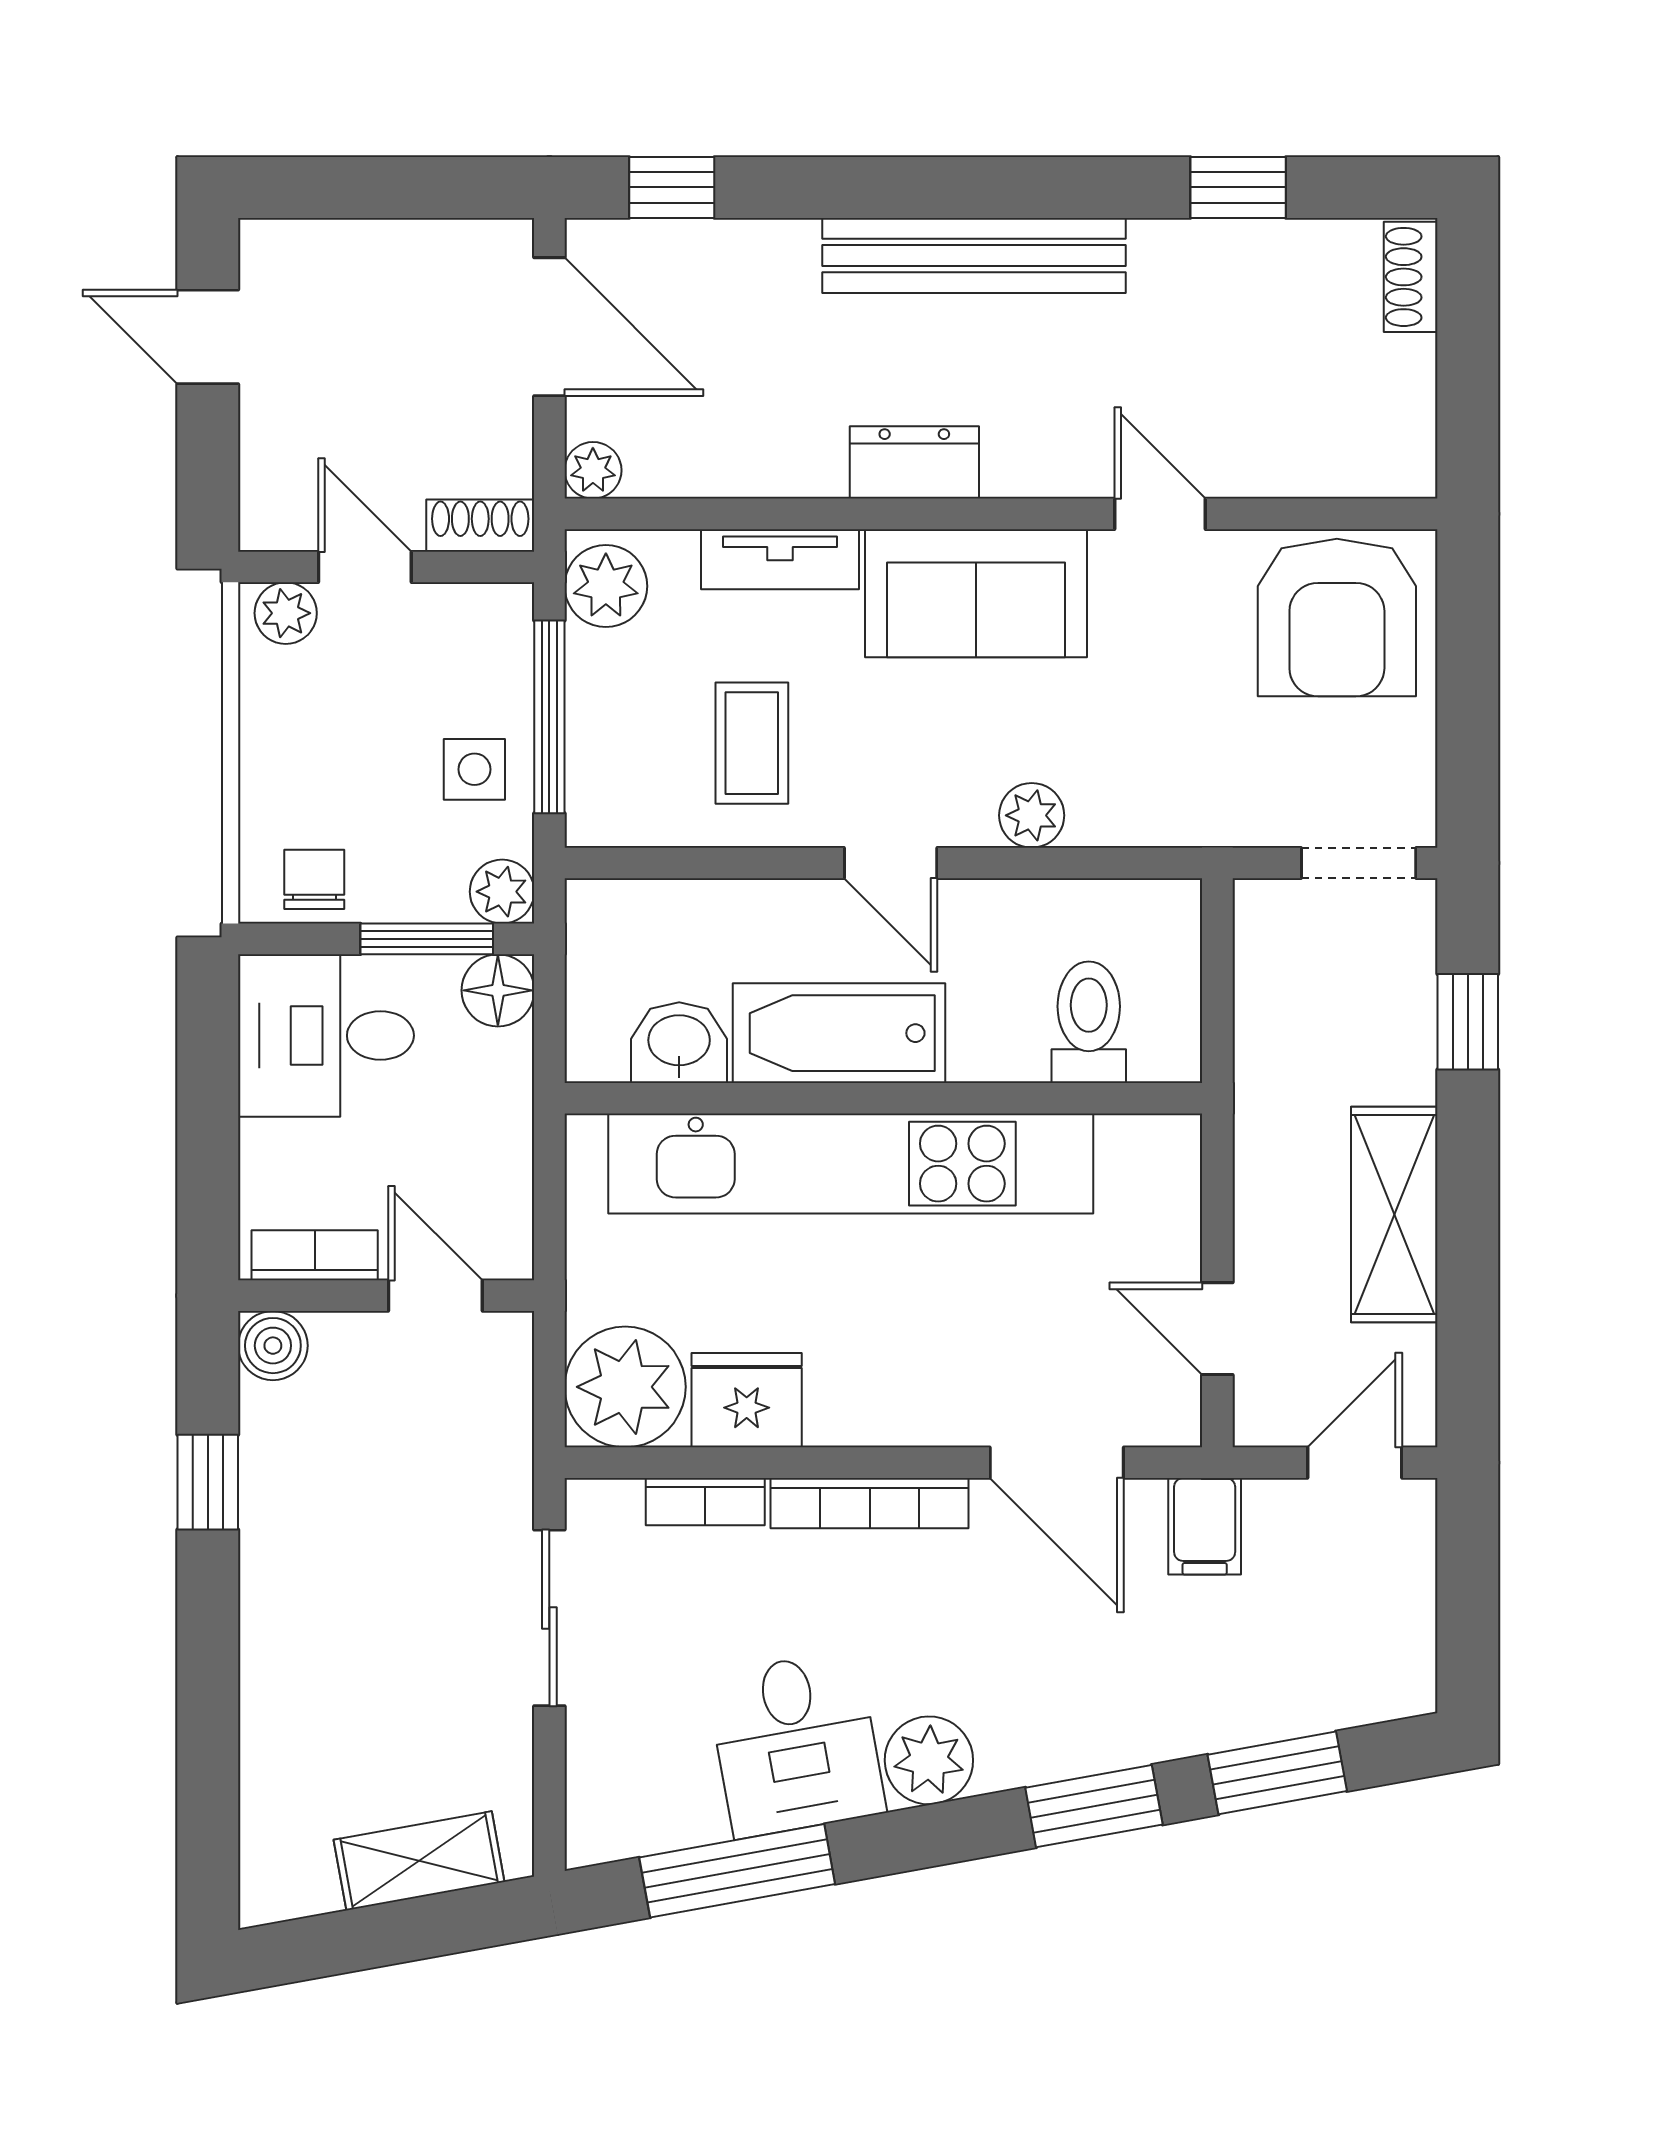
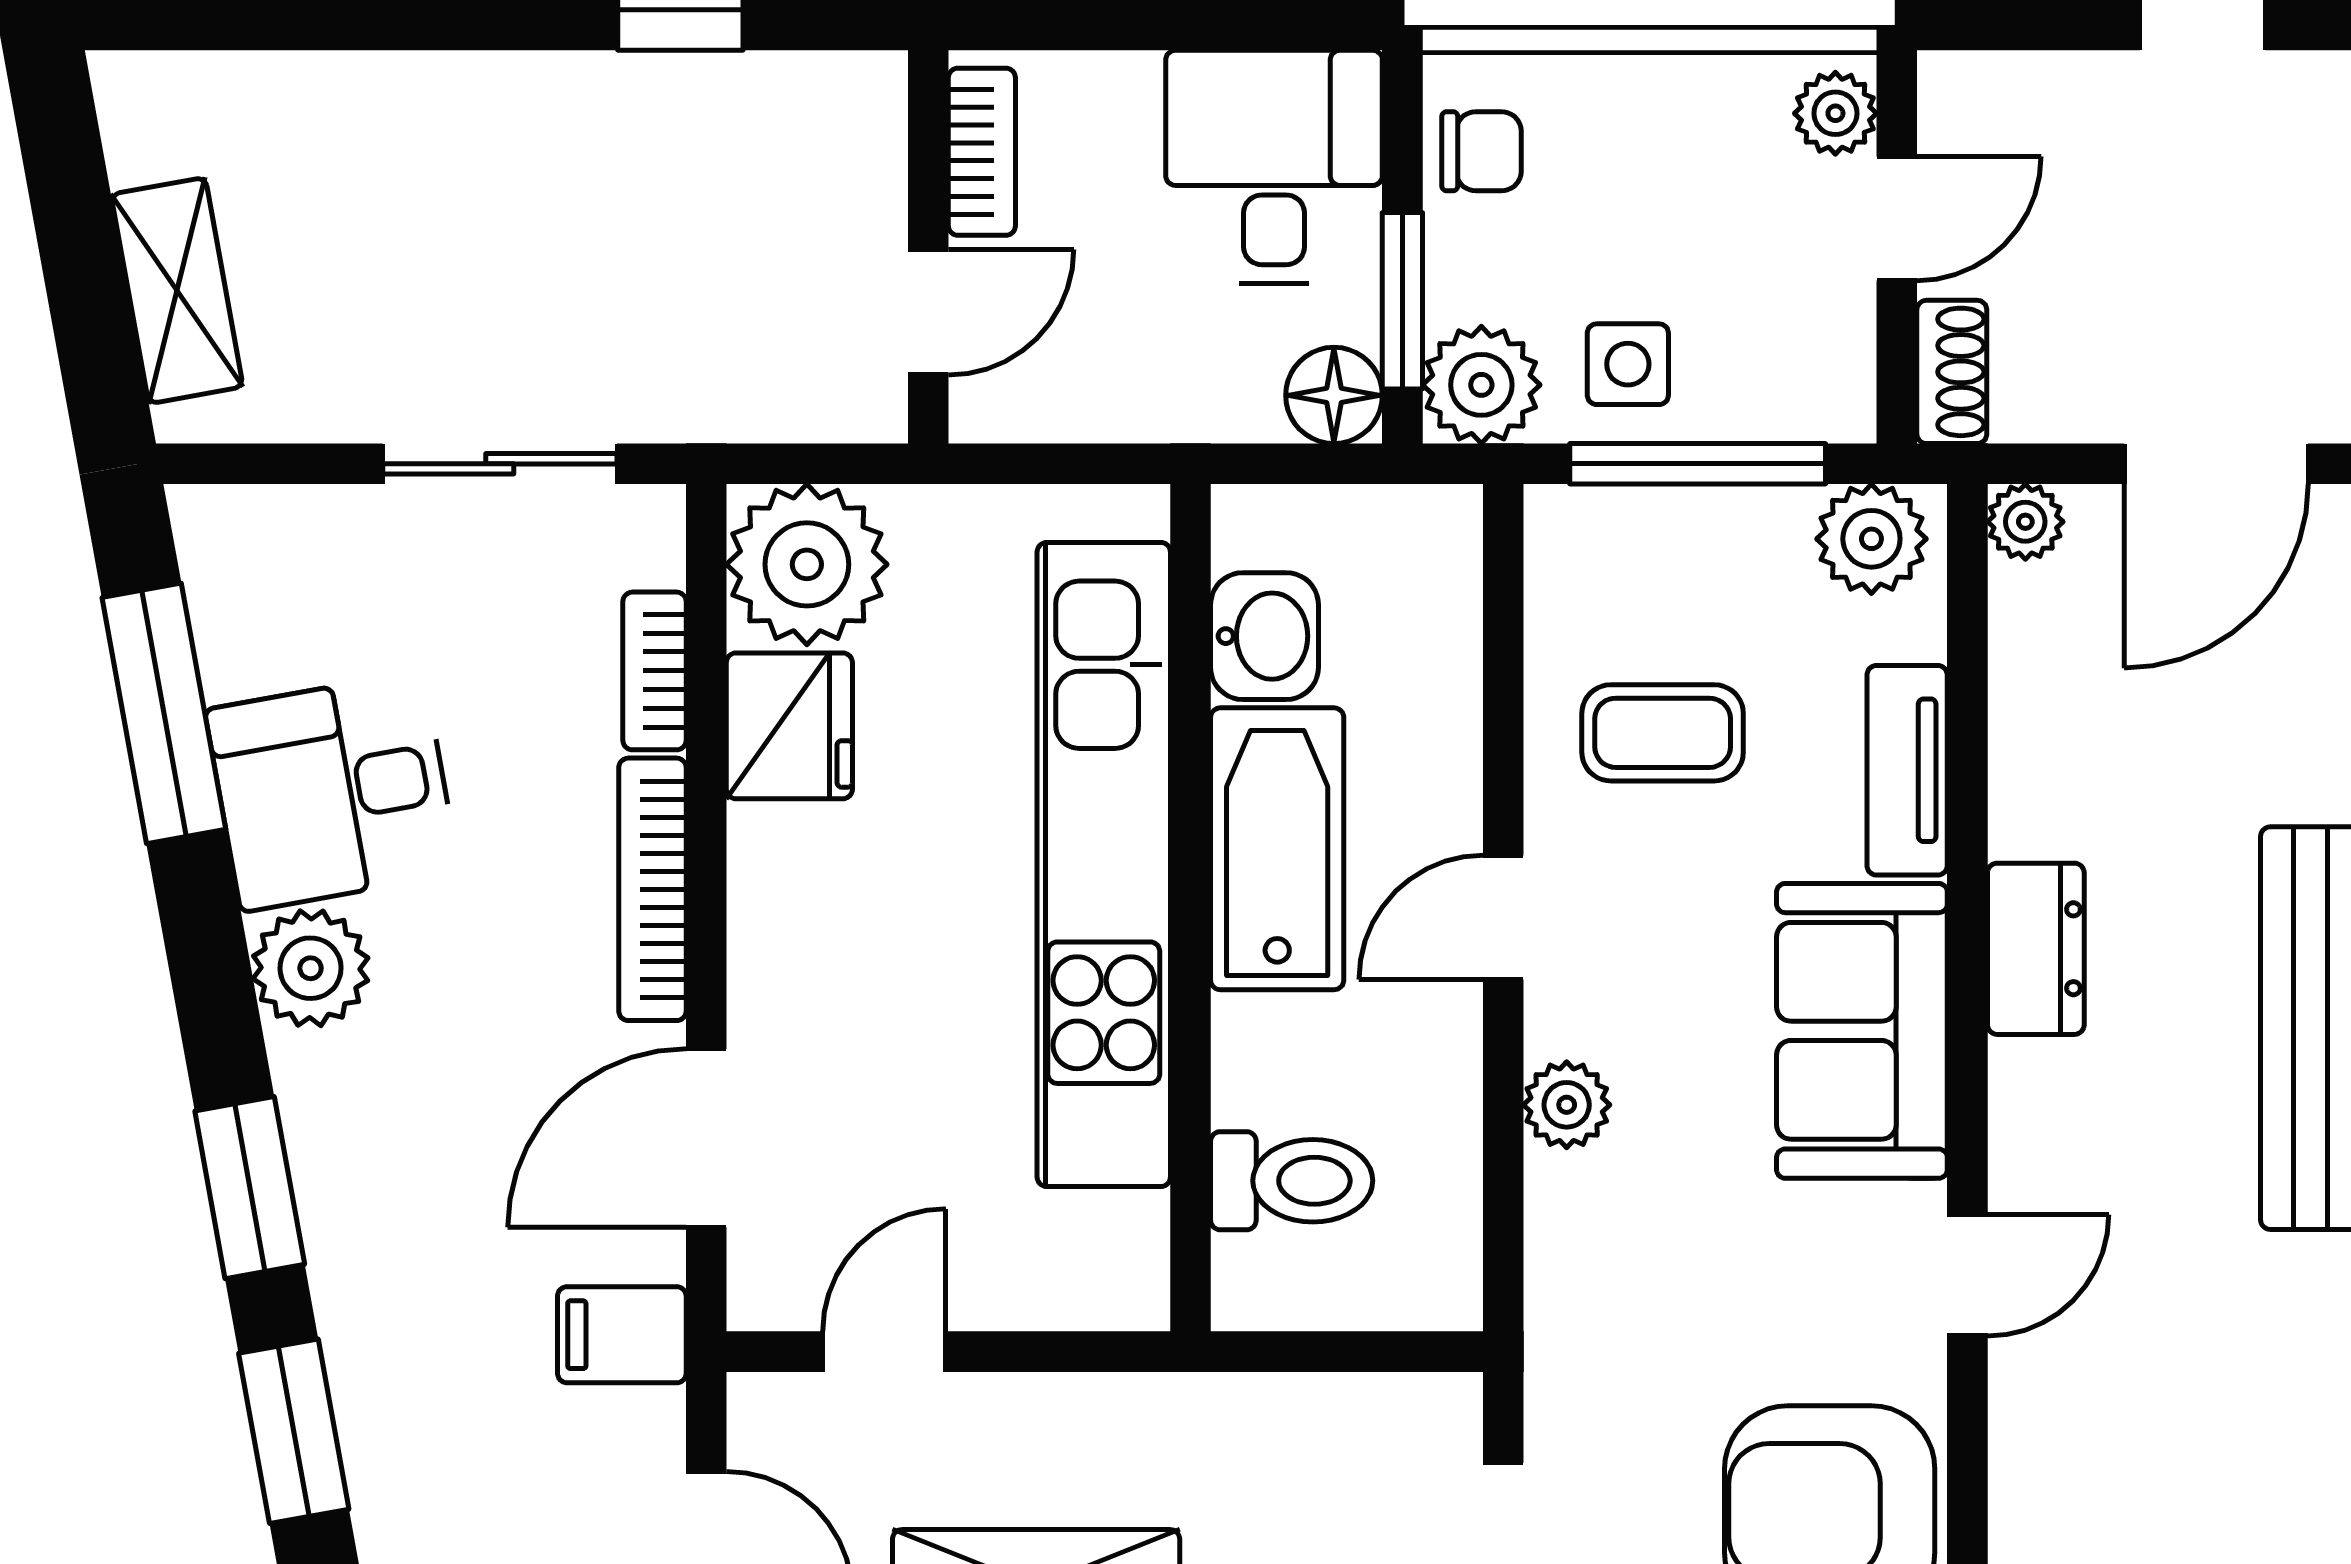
plant: (502, 892) -> (1481, 385), width x1.38, depth x1.38
boiler: (273, 1346) -> (862, 96), removed

